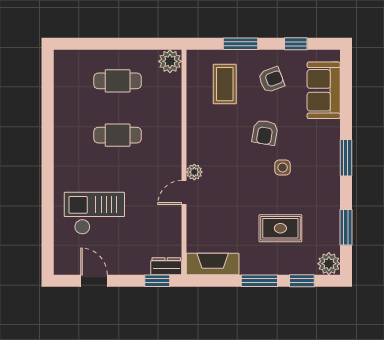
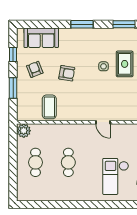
coffee table: (225, 84) -> (49, 107), moved, turned 90
side table: (283, 168) -> (103, 66), moved
plant: (194, 172) -> (91, 116), removed

